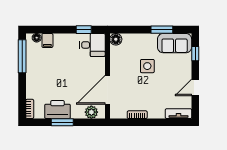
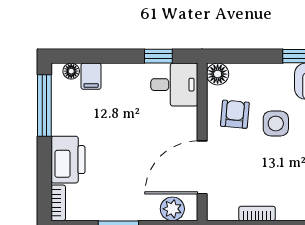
armchair: (125, 61) -> (235, 114), added
printer: (57, 109) -> (68, 160), moved, turned 90

